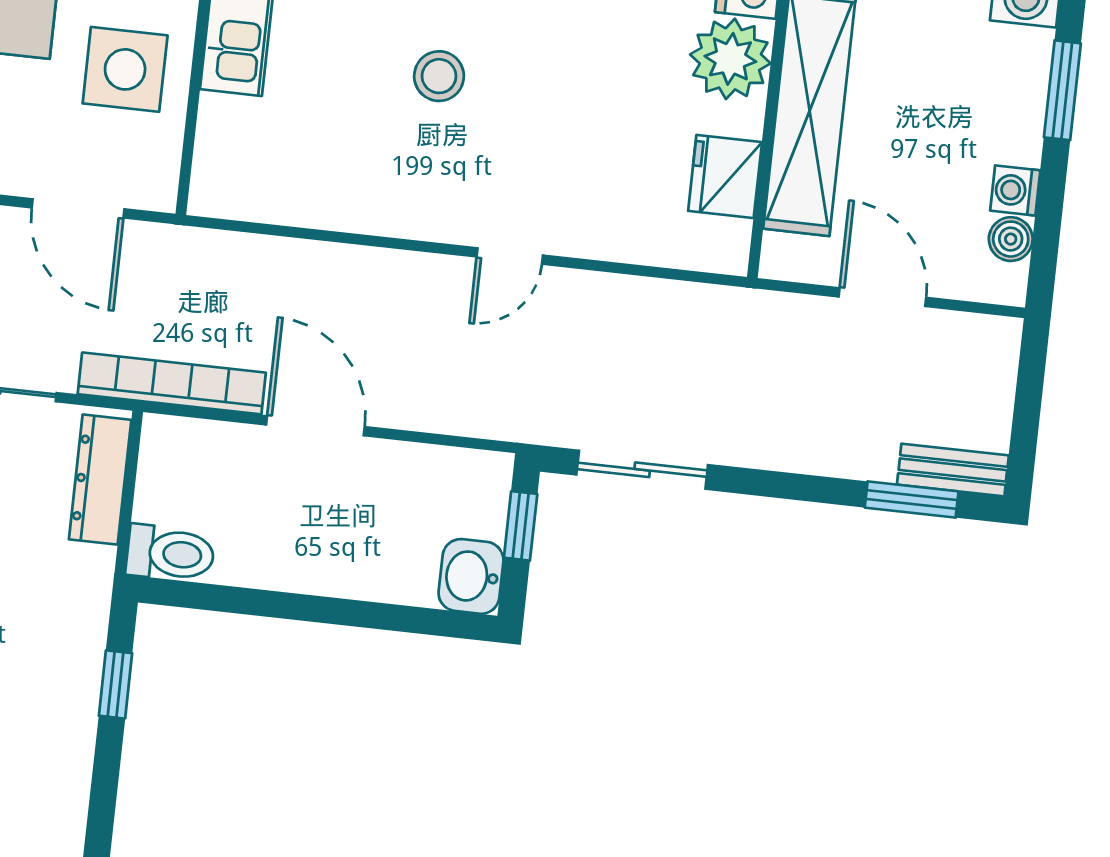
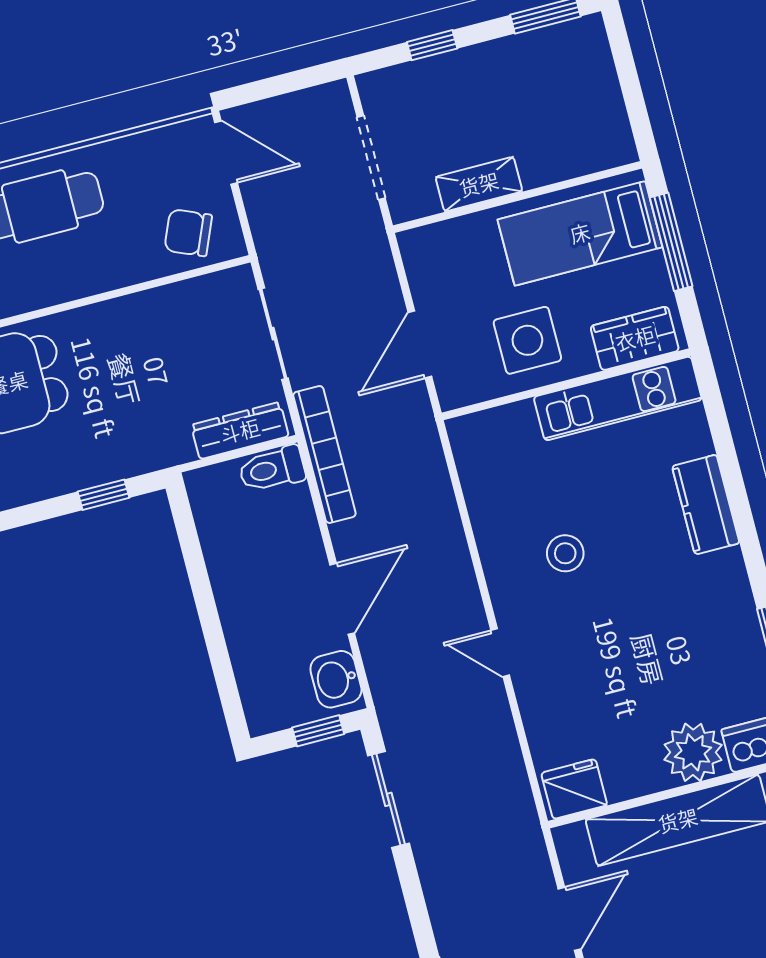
stool: (439, 76) -> (565, 553), moved
fridge: (725, 177) -> (574, 789), moved
door: (315, 426) -> (342, 599), moved
toilet: (170, 553) -> (272, 469), moved, turned 90
washbasin: (471, 576) -> (336, 679), moved, turned -90

